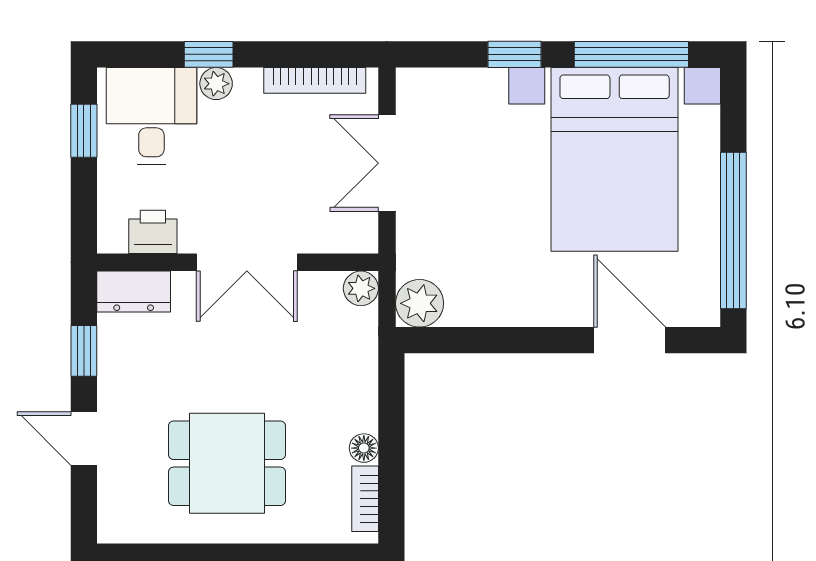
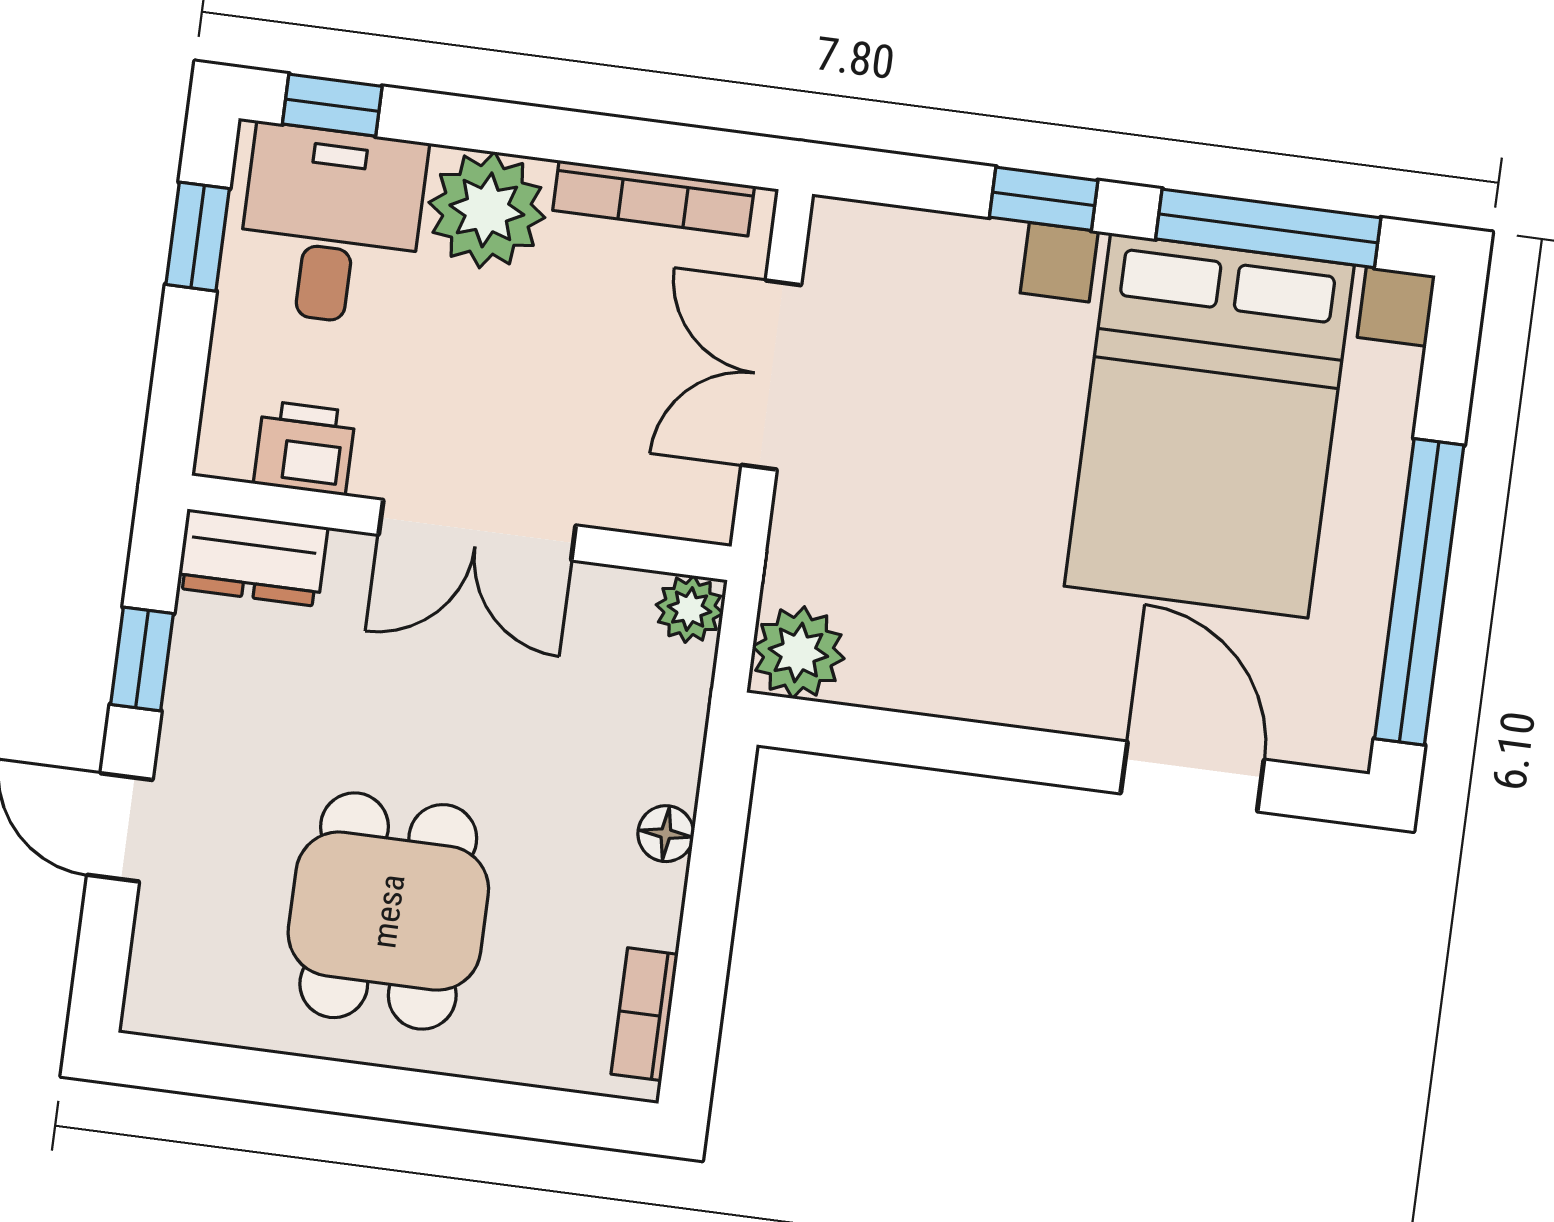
window: (209, 54) -> (332, 105), moved
plant: (216, 84) -> (487, 210), width x1.88, depth x1.88
floor lamp: (364, 448) -> (666, 834), moved
dining table: (227, 463) -> (388, 911), turned 90

